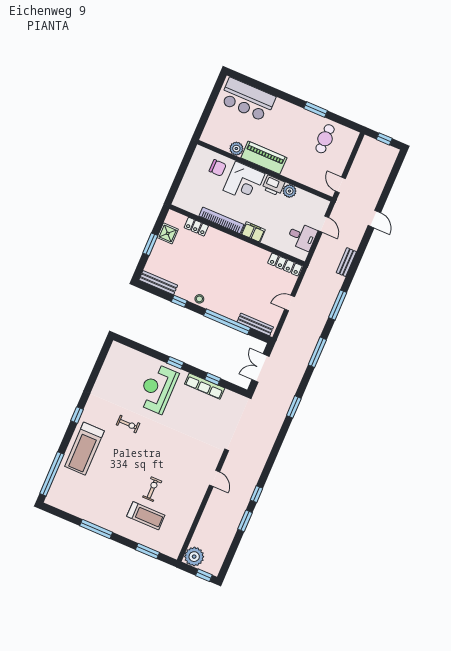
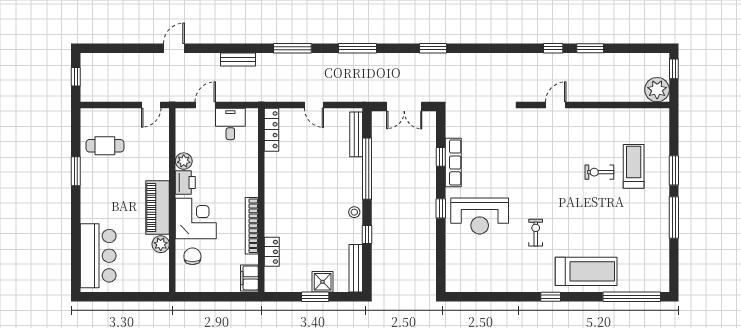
filing cabinet: (253, 232) -> (249, 278), moved
shower: (168, 233) -> (323, 282), moved
window: (147, 551) -> (674, 170), moved

